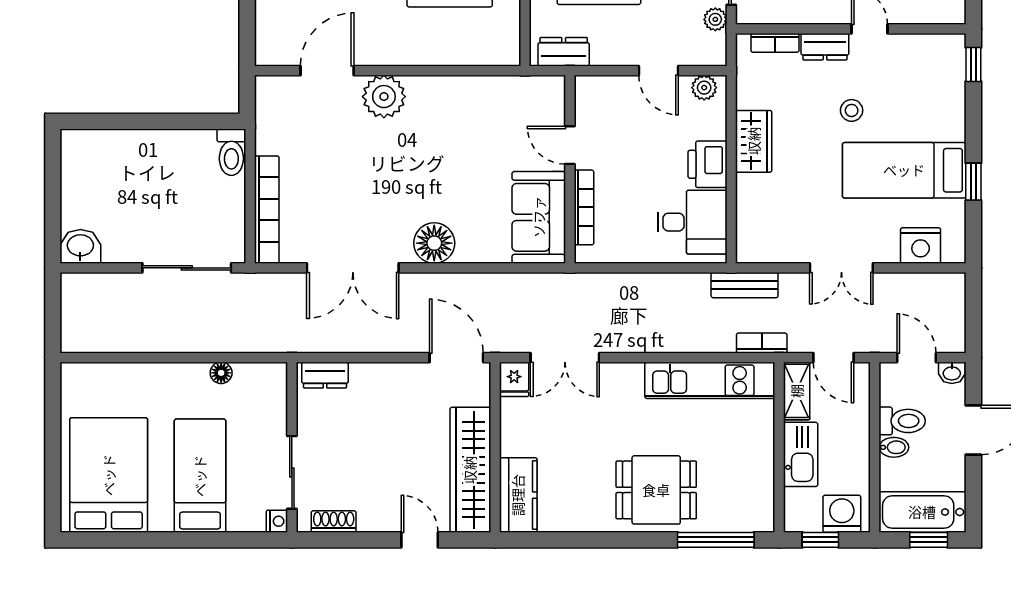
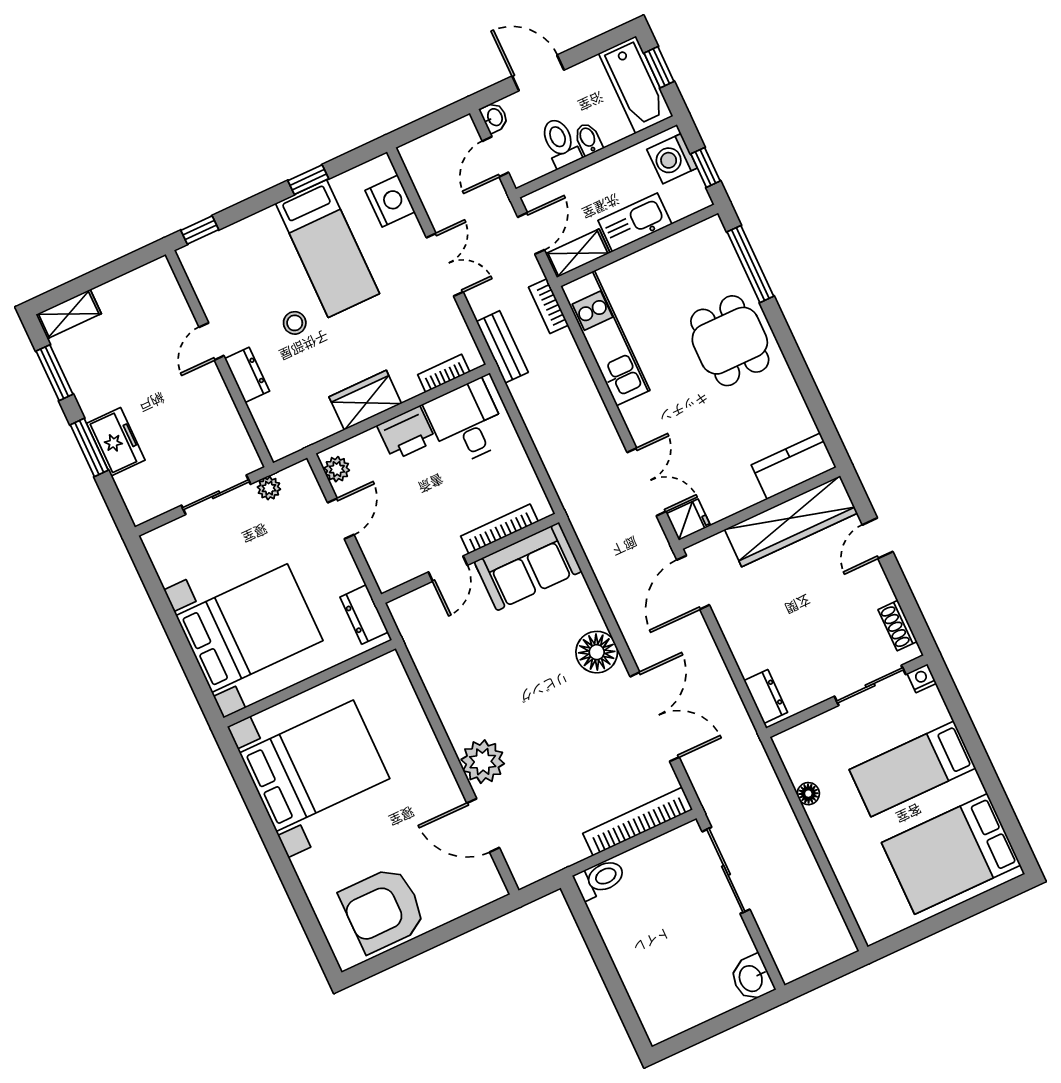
bookcase: (775, 43) -> (444, 373), moved, turned -90

